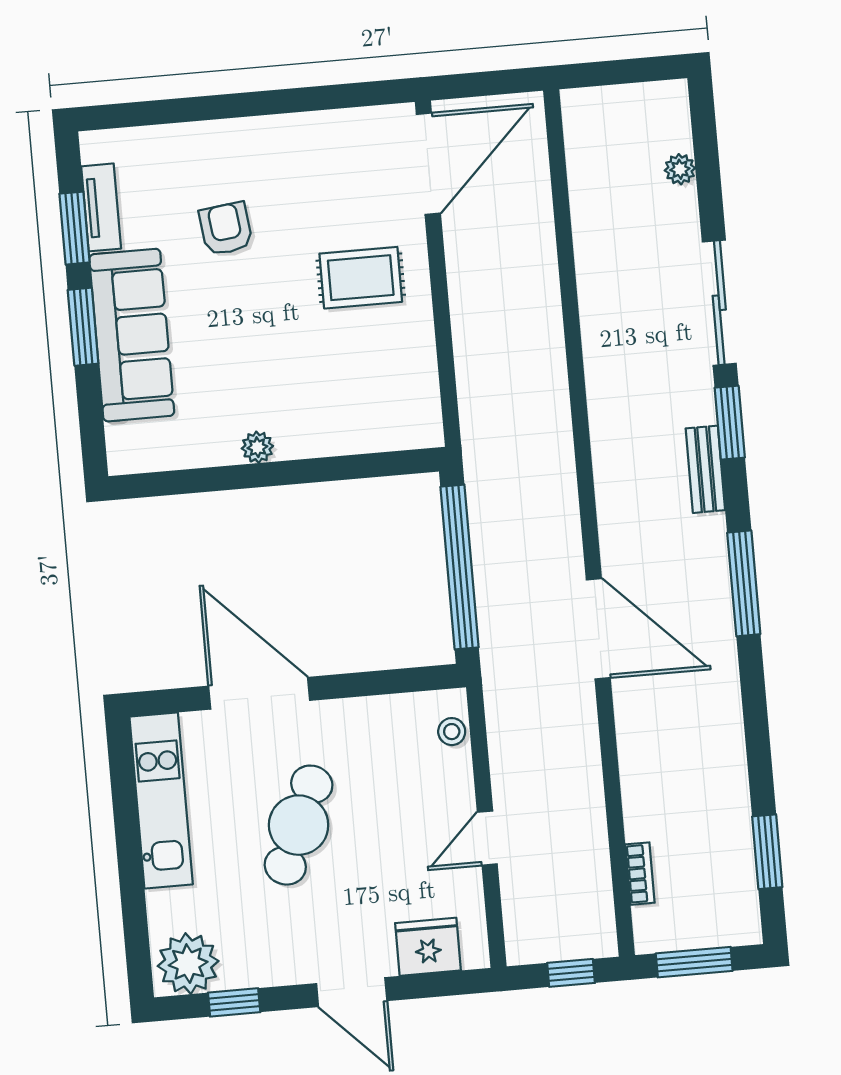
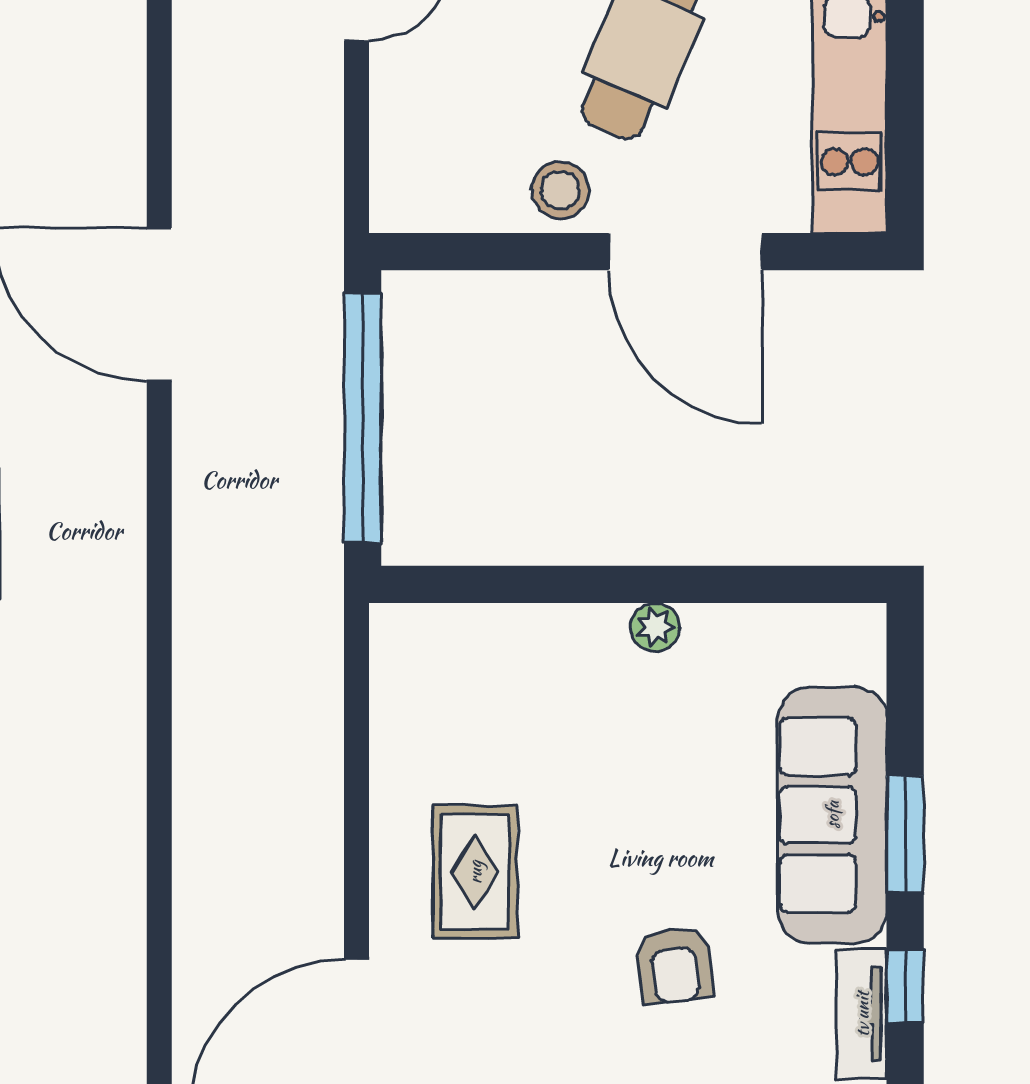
window: (74, 228) -> (905, 986), width x0.67
rug: (361, 278) -> (475, 872), turned 90
stool: (452, 732) -> (560, 190), moved, width x1.37, depth x1.37

